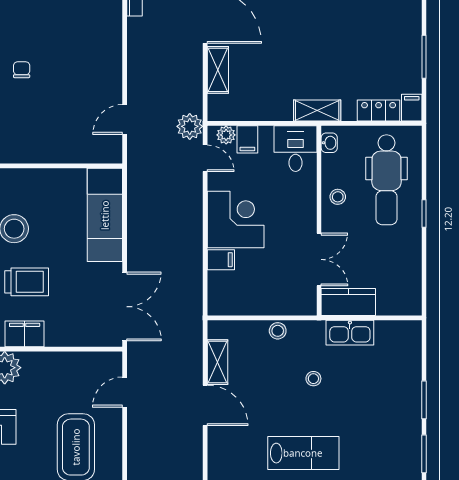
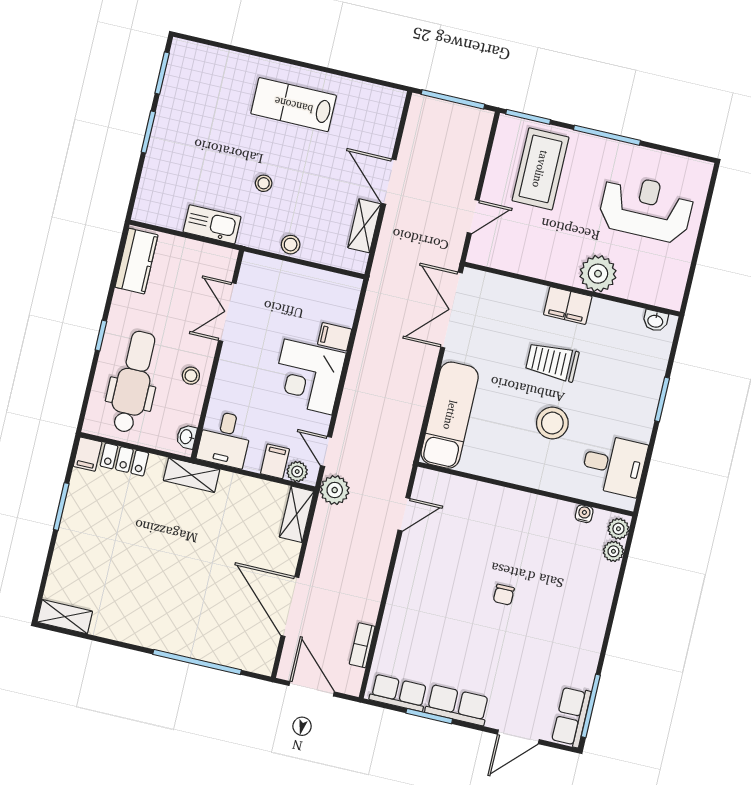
shelving: (218, 70) -> (297, 514), moved
kitchen counter: (348, 302) -> (136, 261), moved, turned -90

